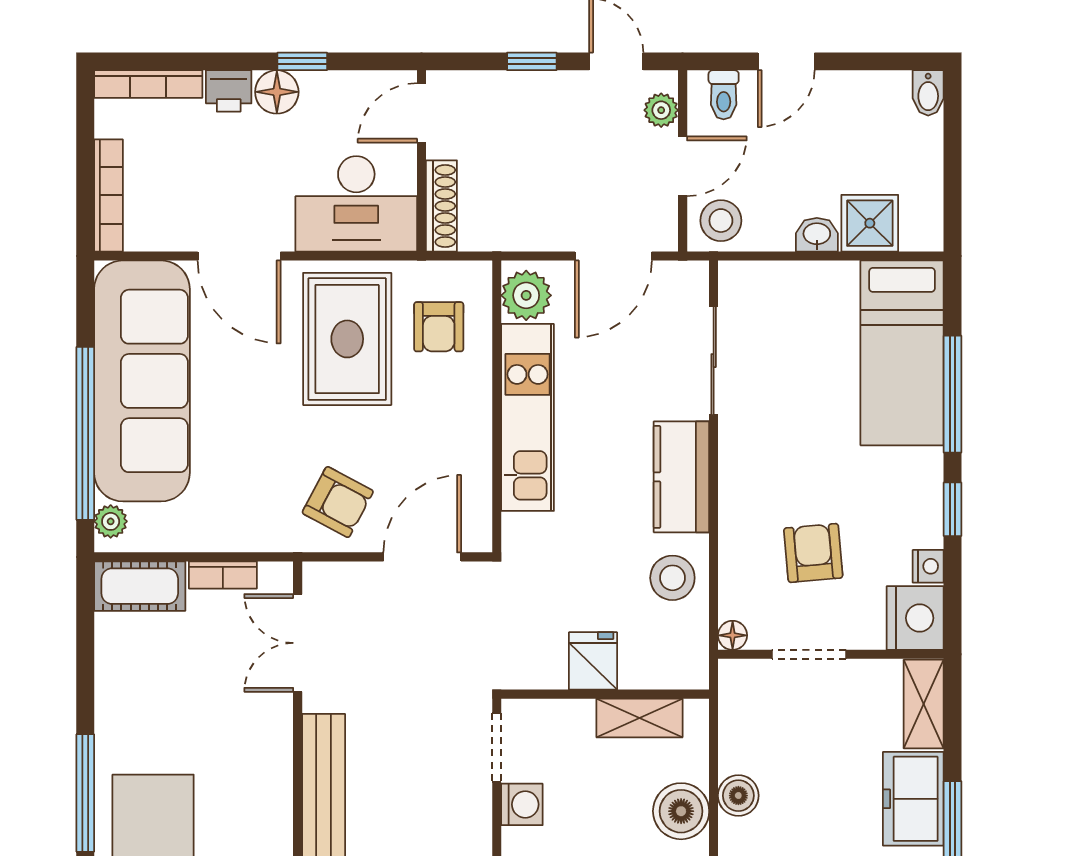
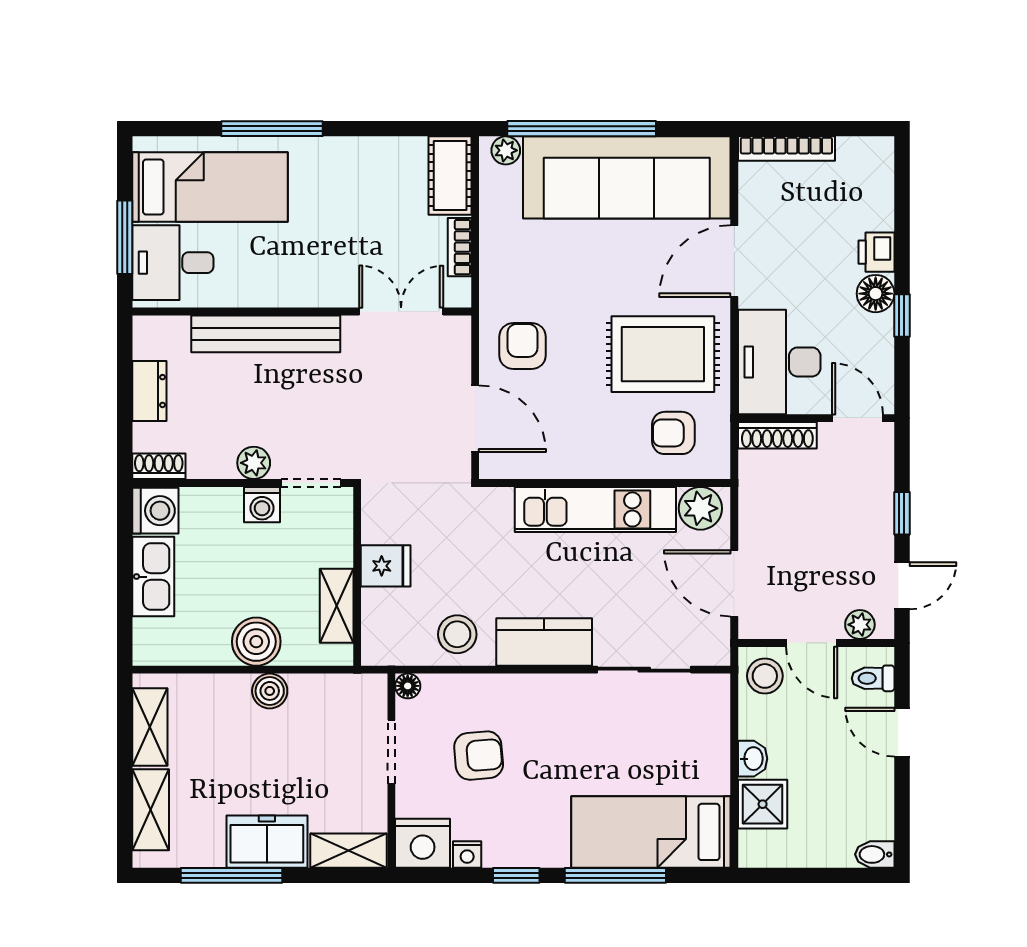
bookcase: (148, 84) -> (882, 183), removed
armchair: (338, 502) -> (522, 346), turned 152
plant: (473, 814) -> (254, 463), added

